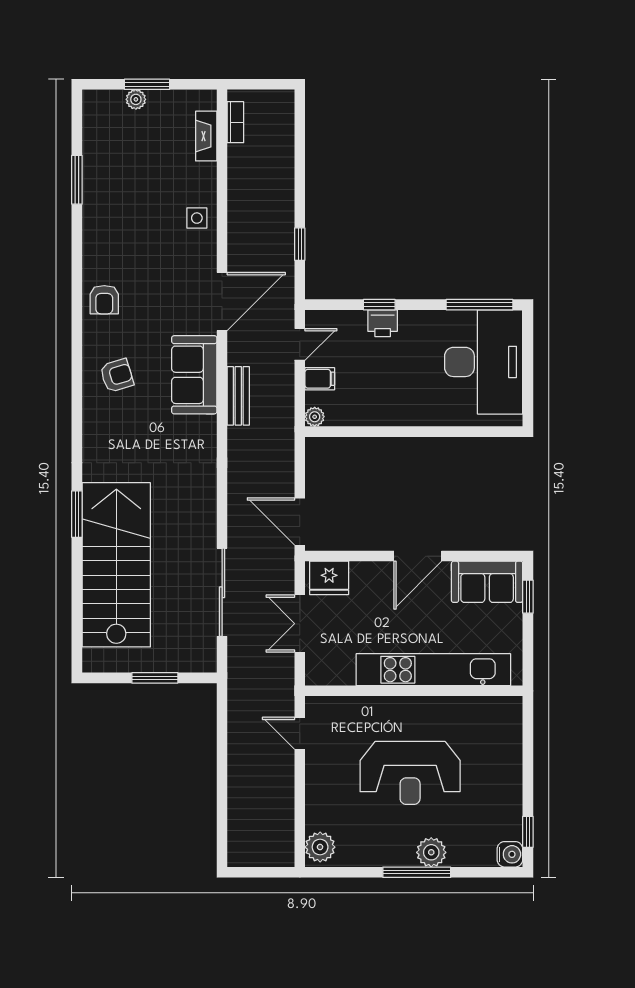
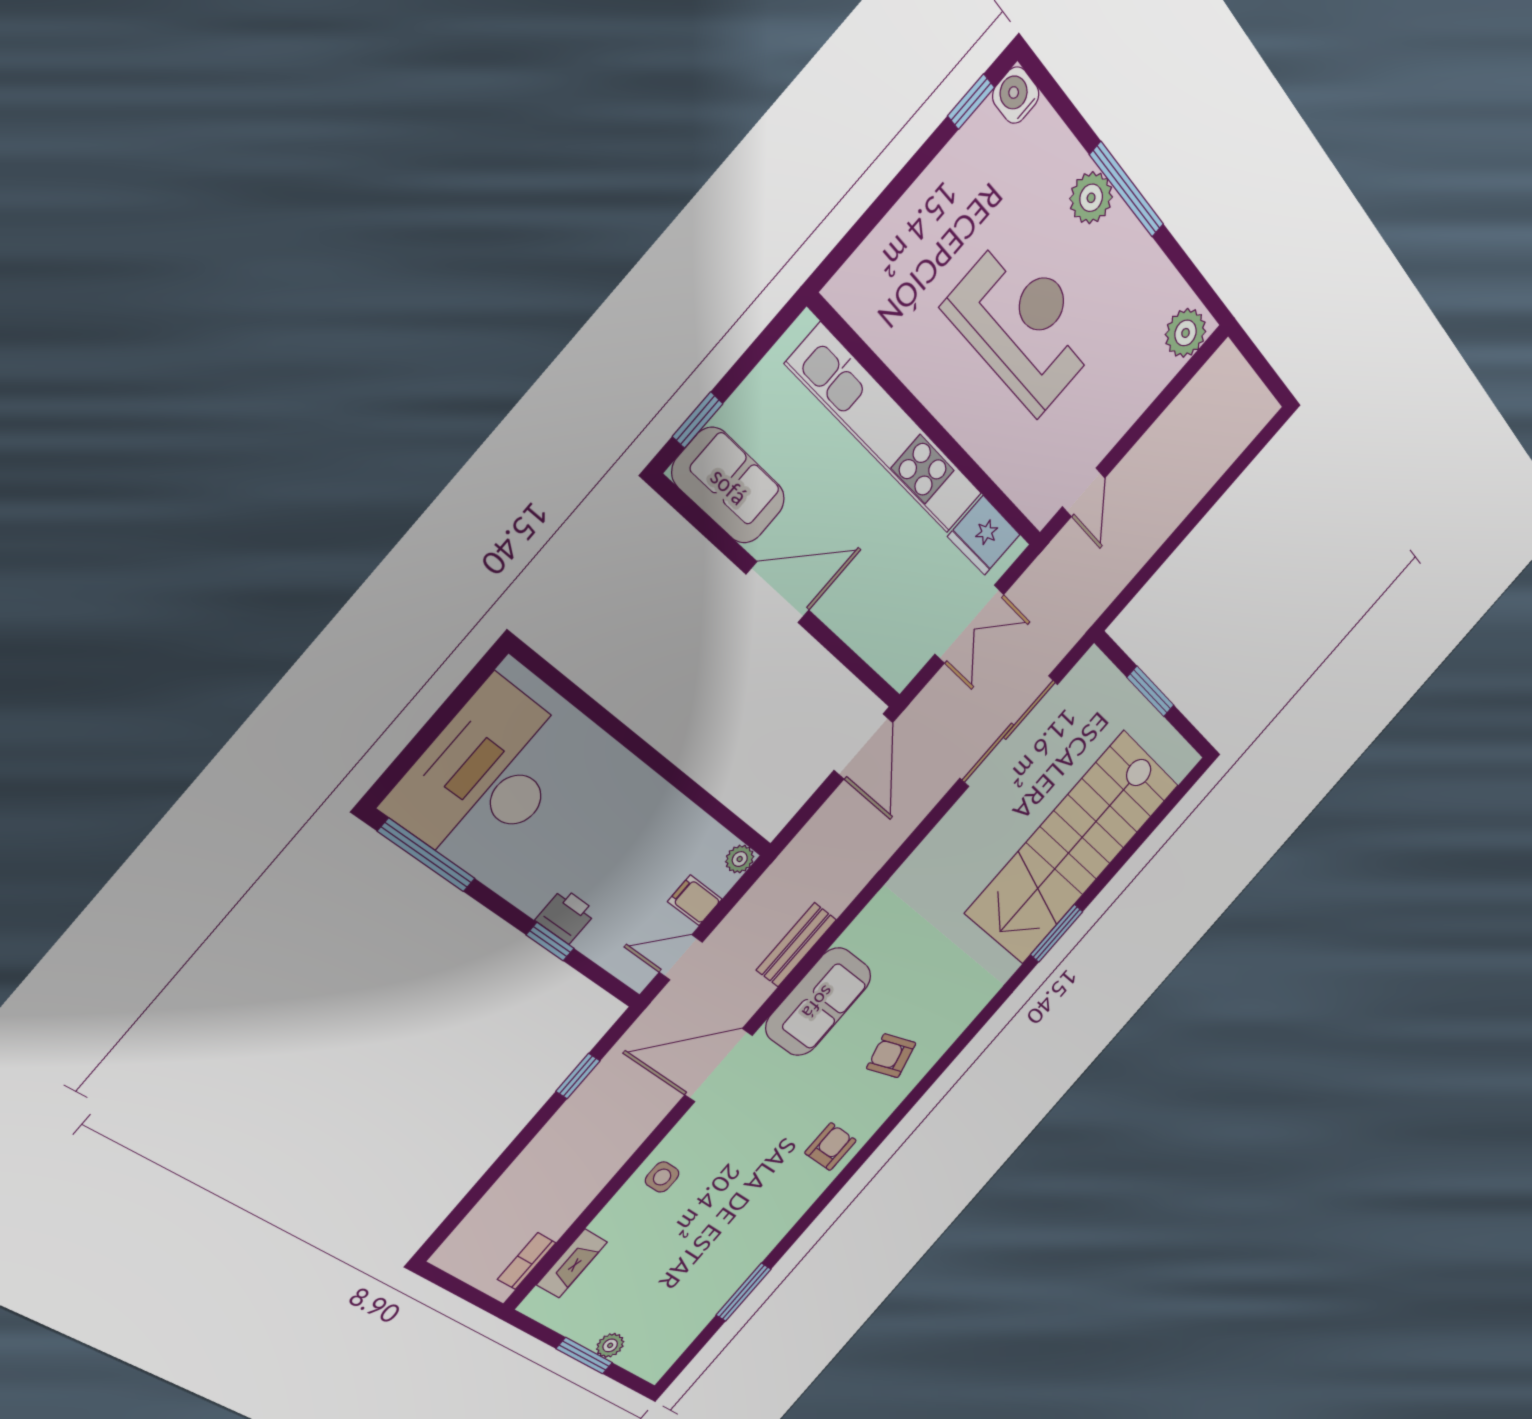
fridge: (329, 578) -> (984, 536), moved, turned 180

